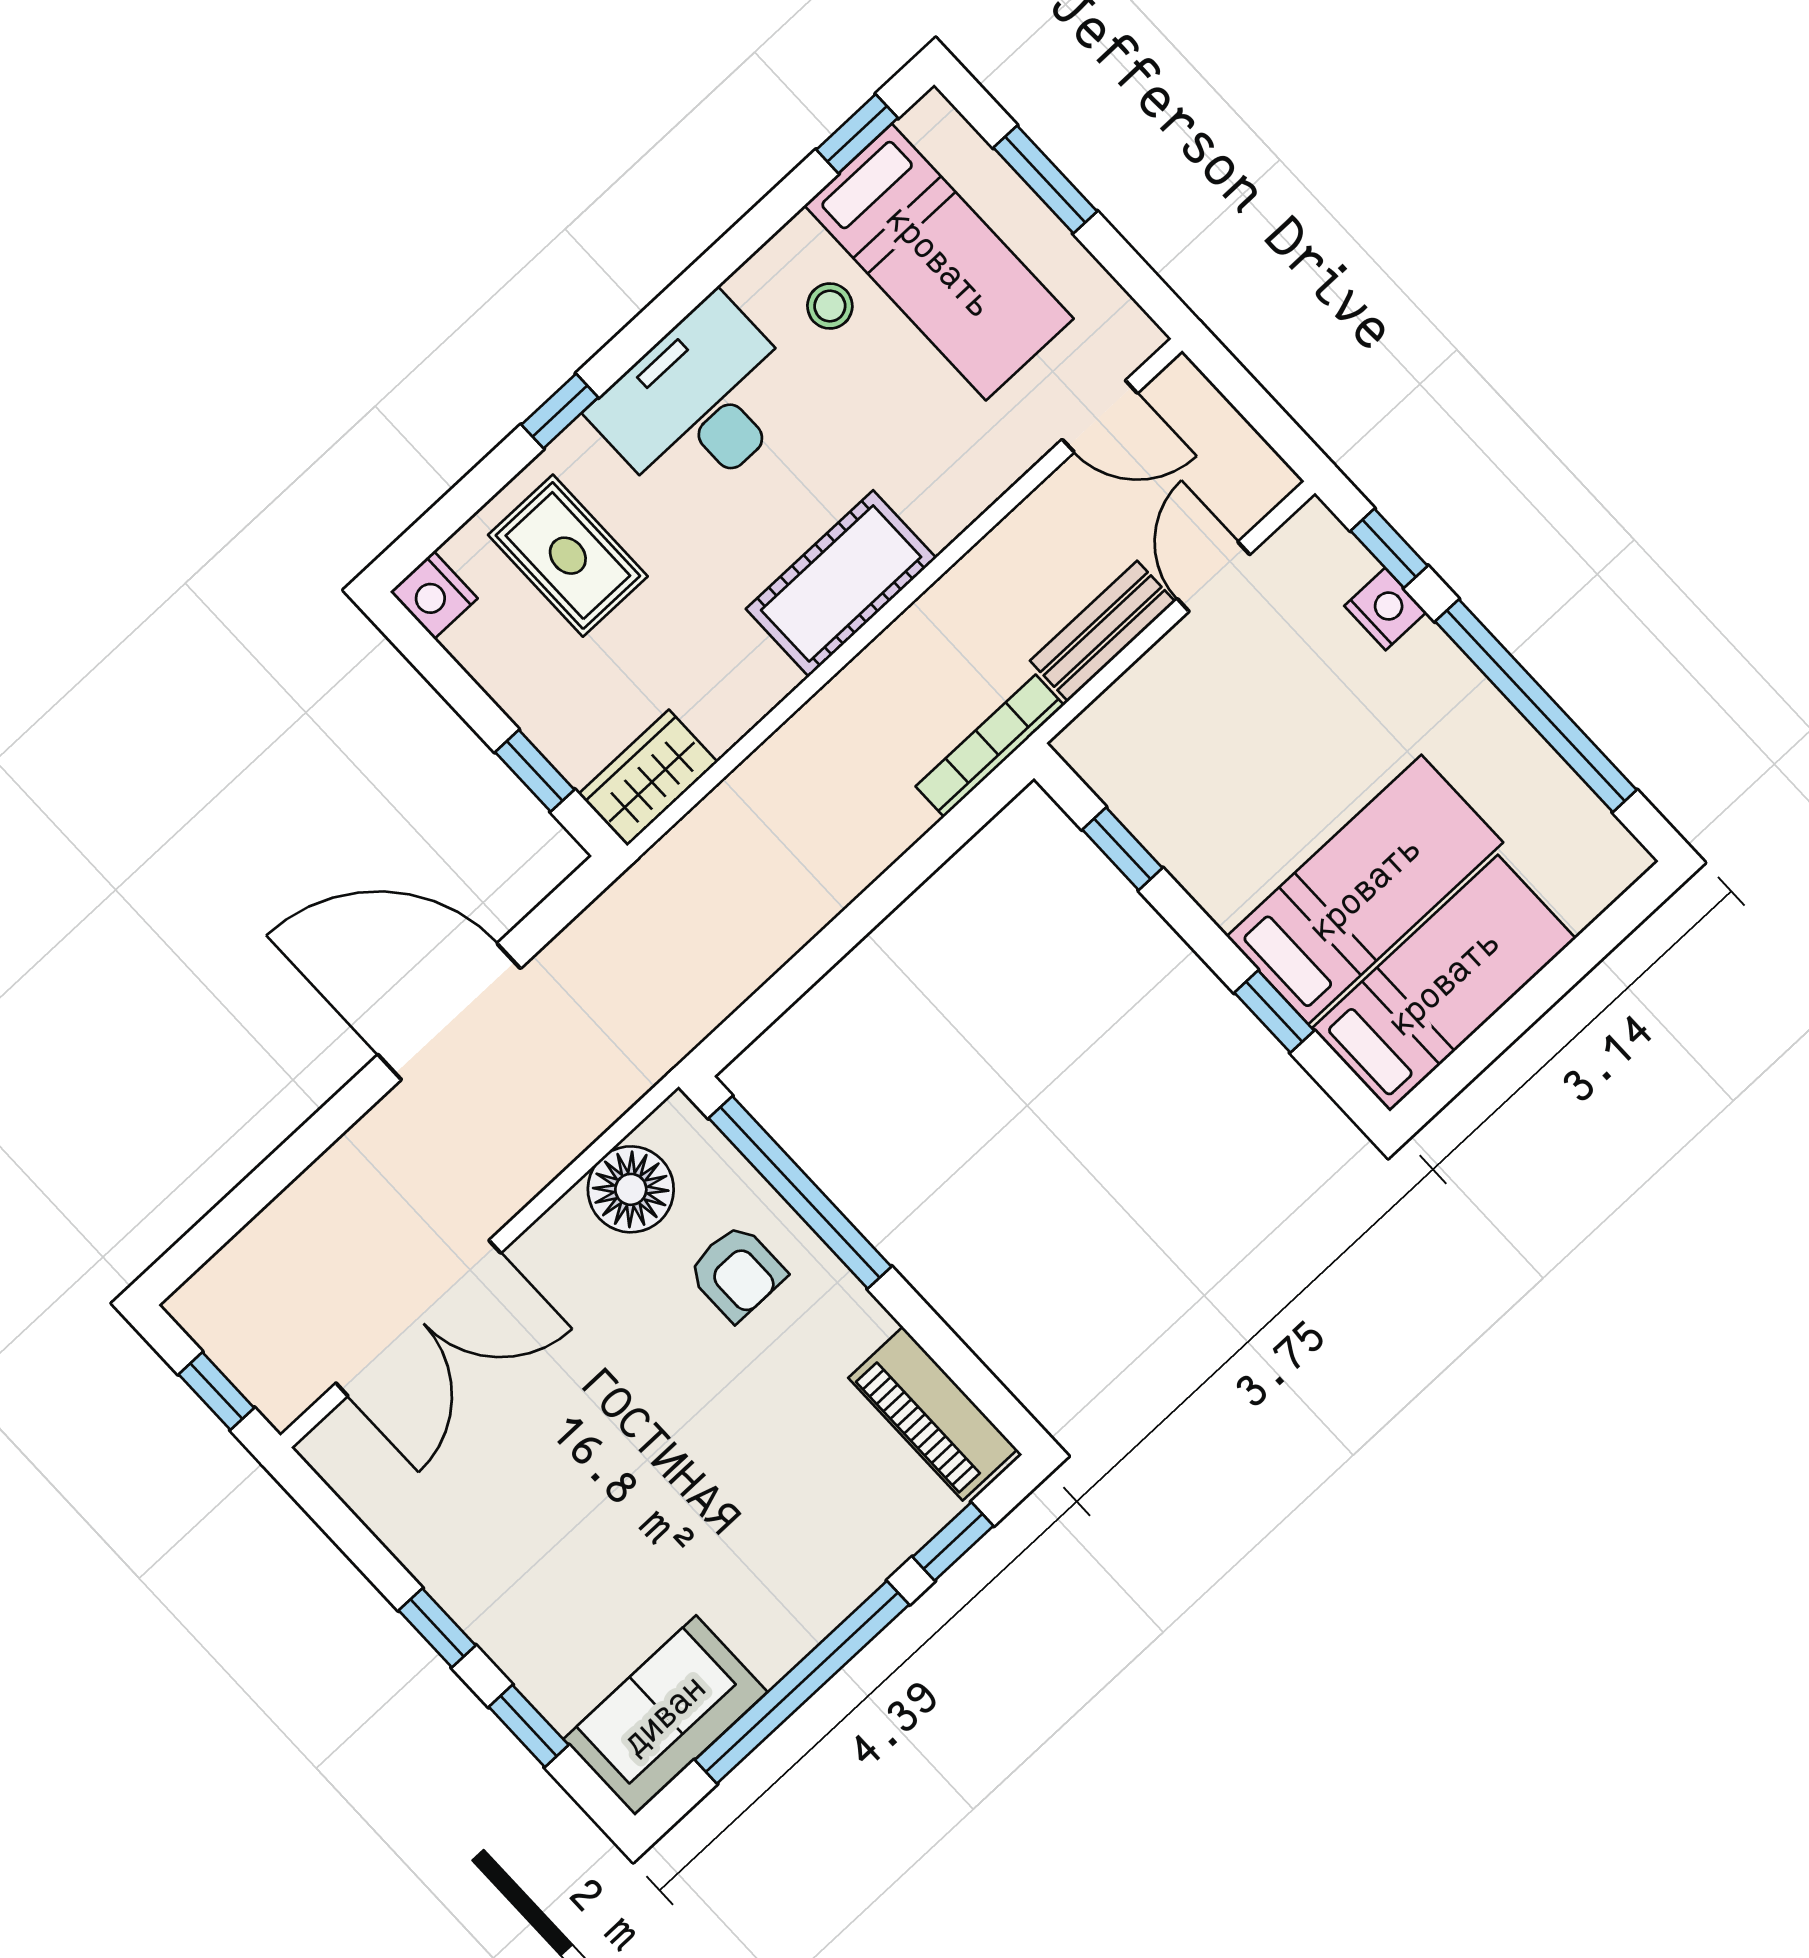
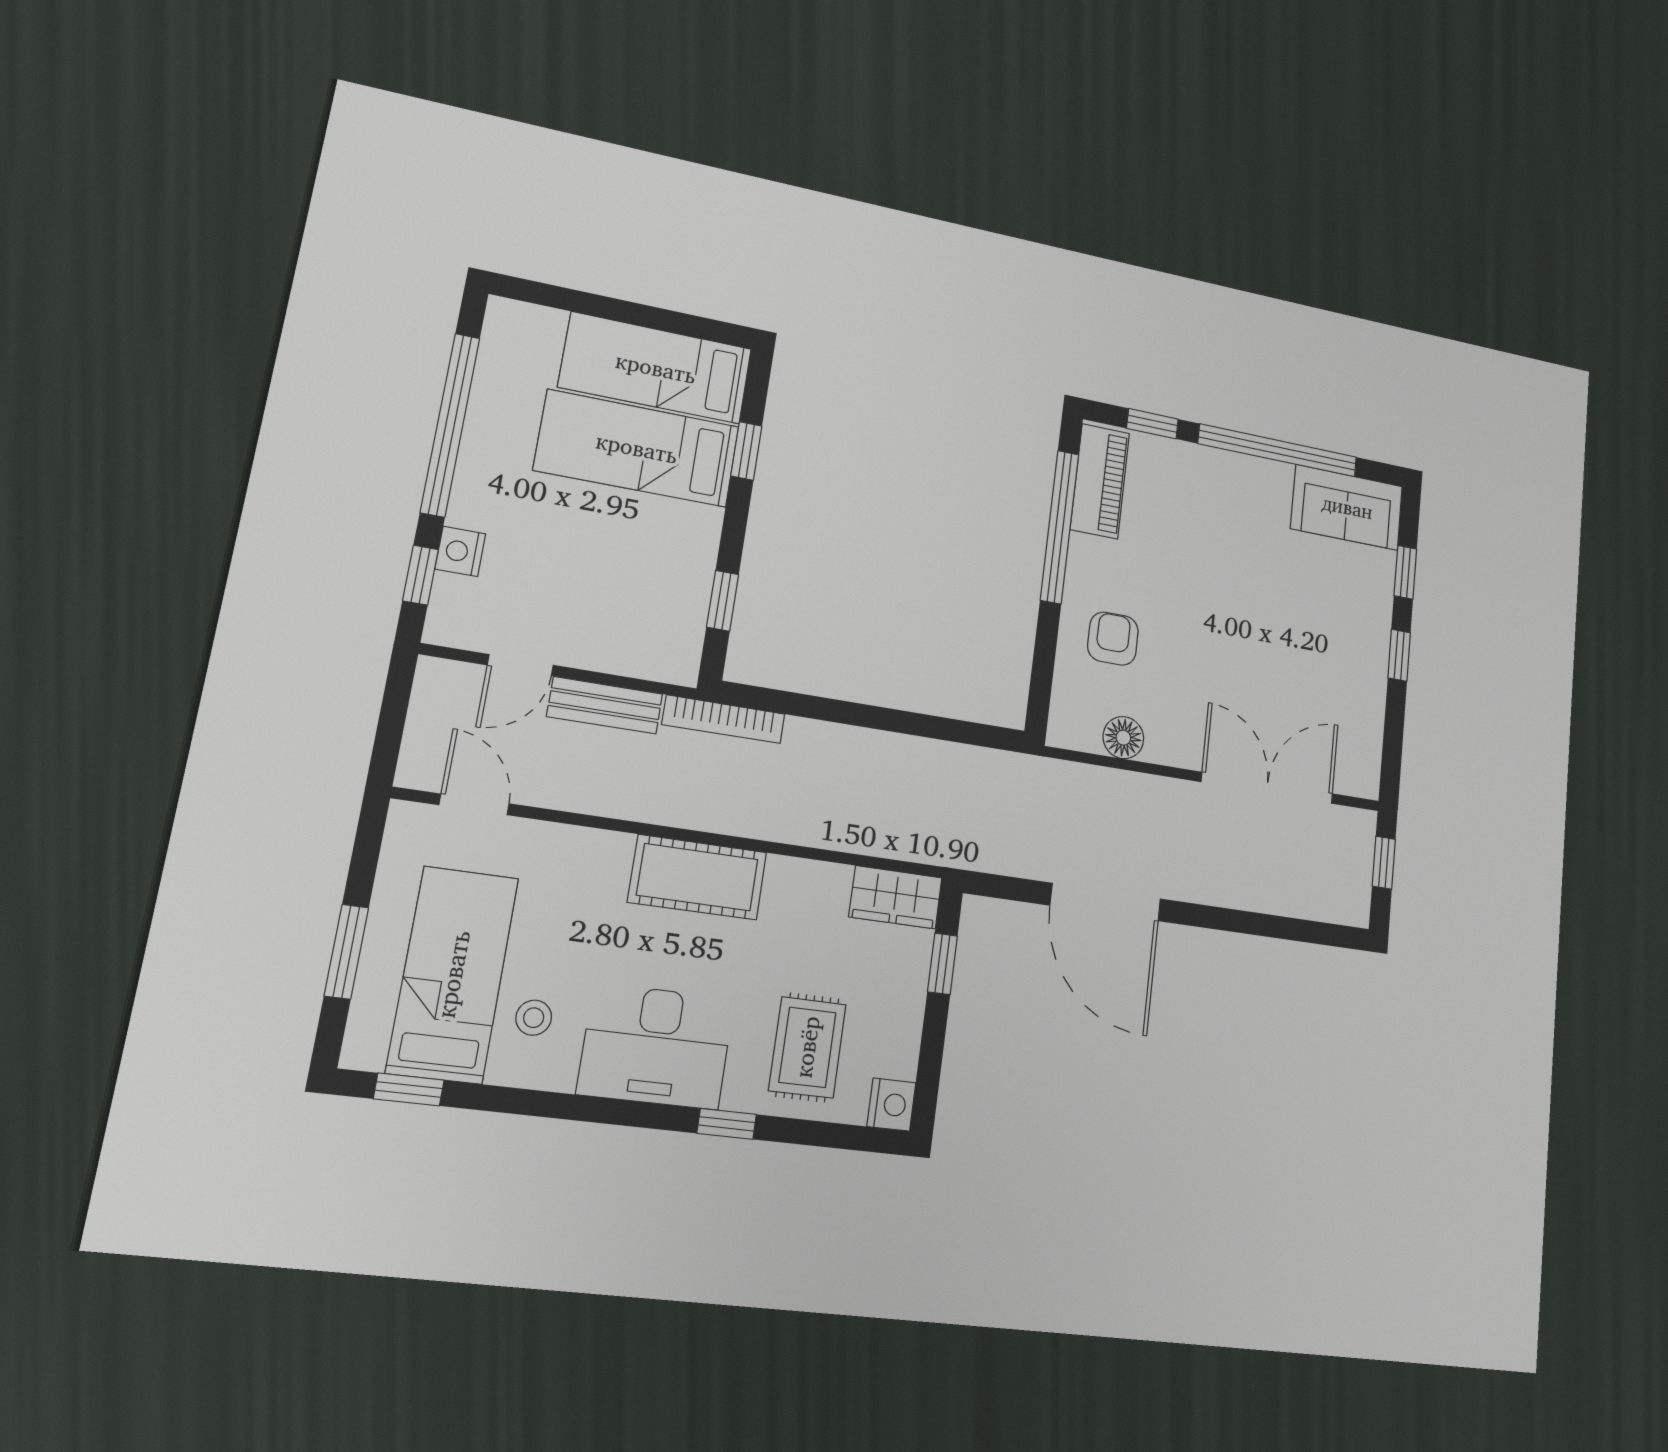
floor lamp: (631, 1189) -> (1123, 738), width x0.73, depth x0.73
window: (800, 1192) -> (1059, 527), moved

